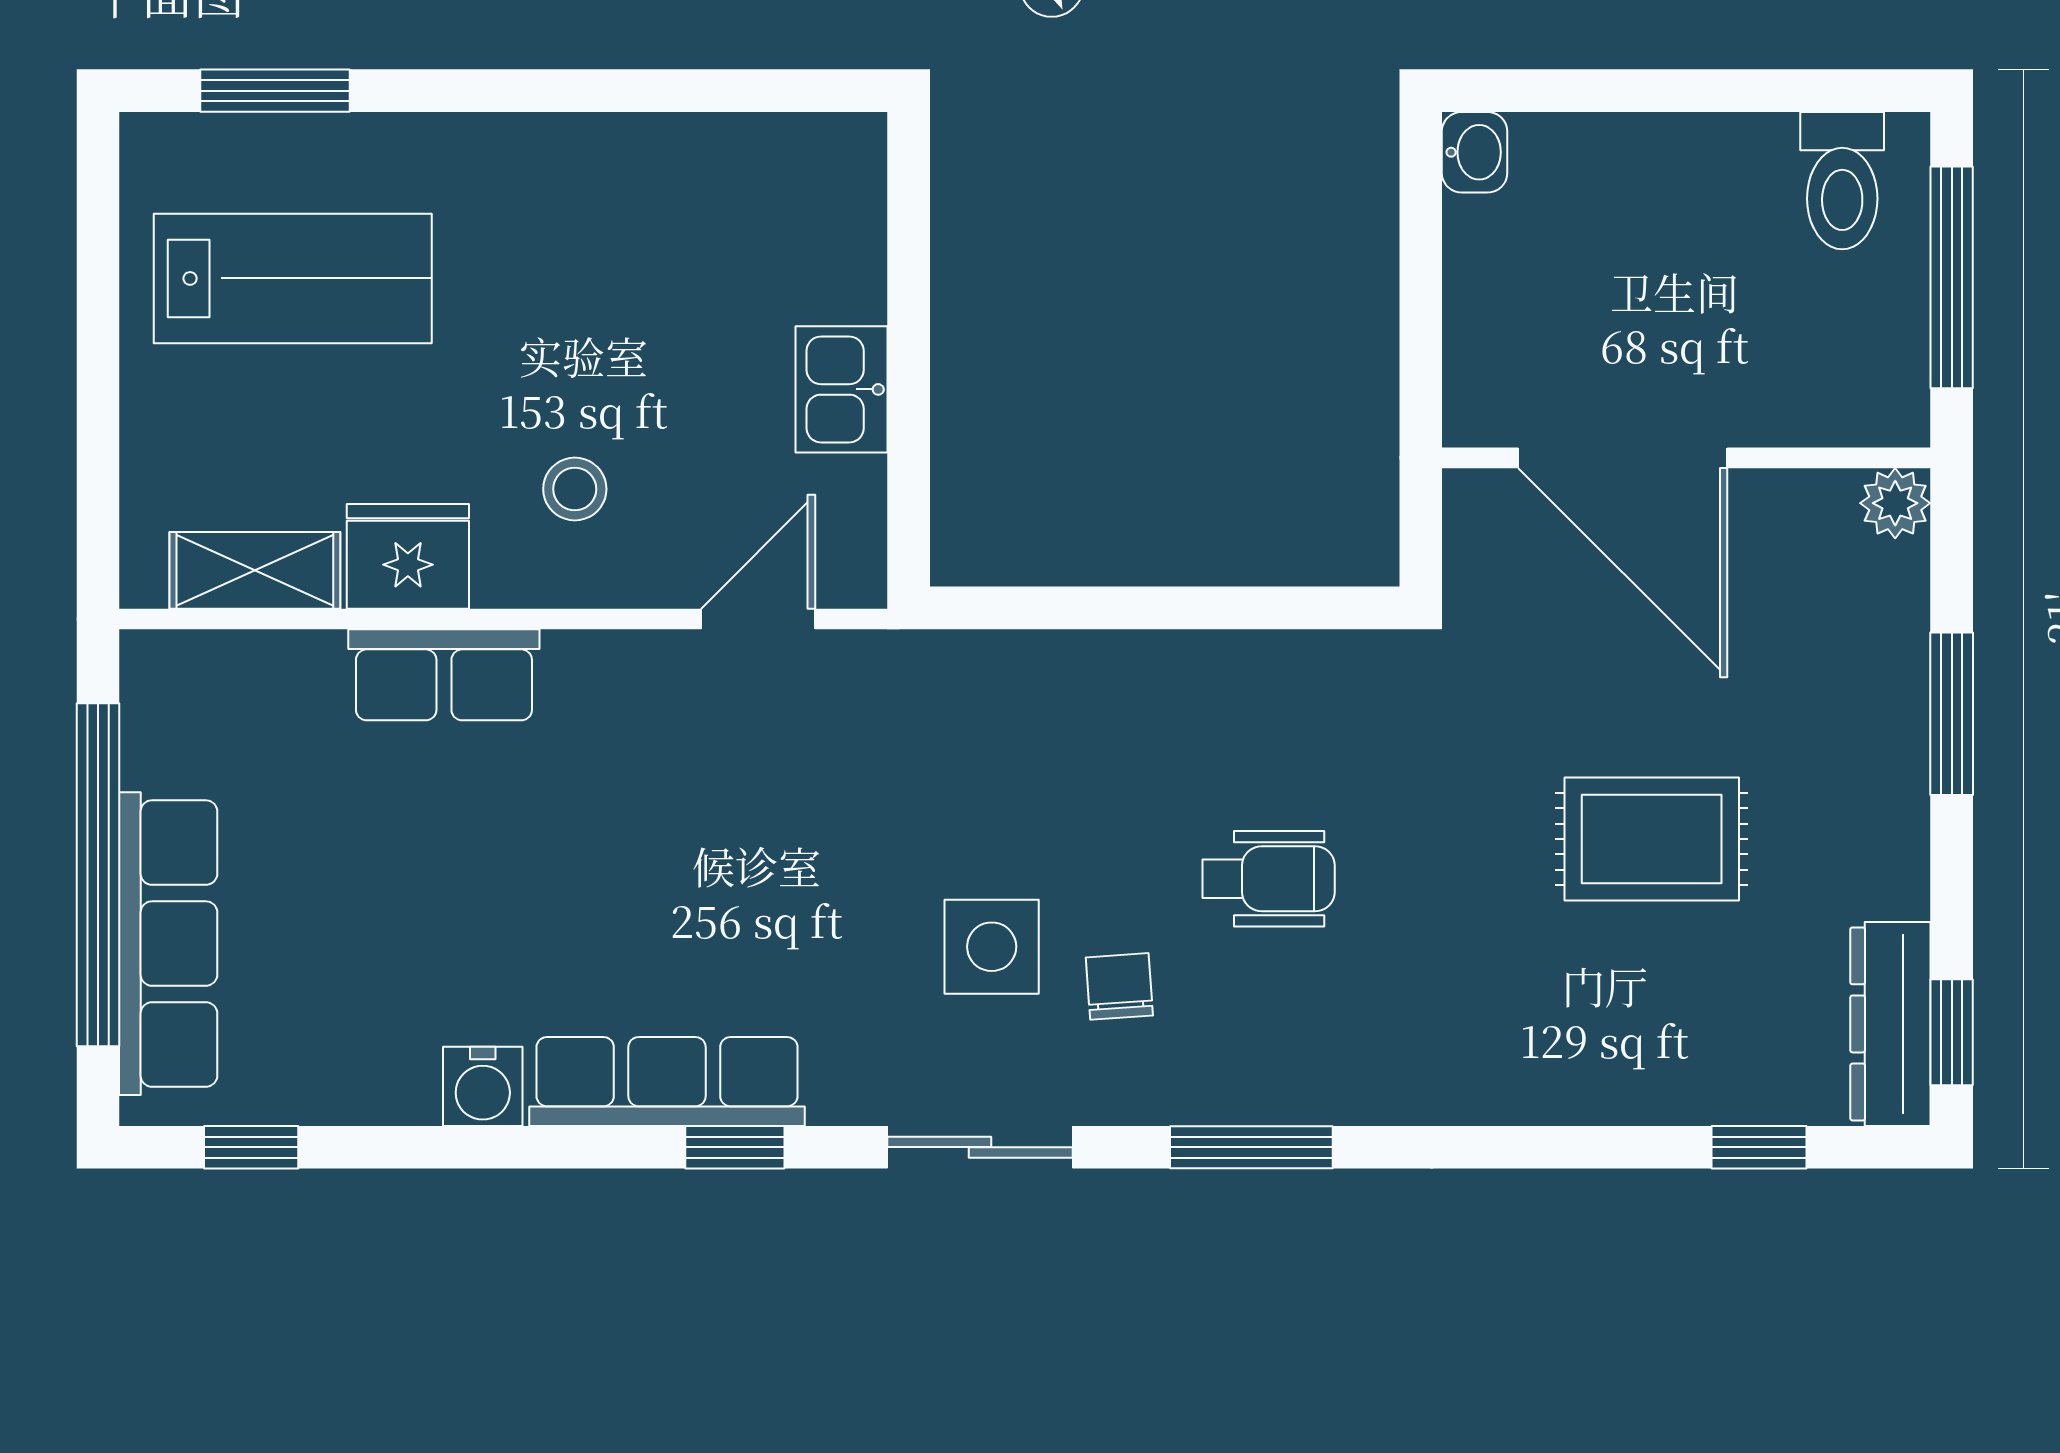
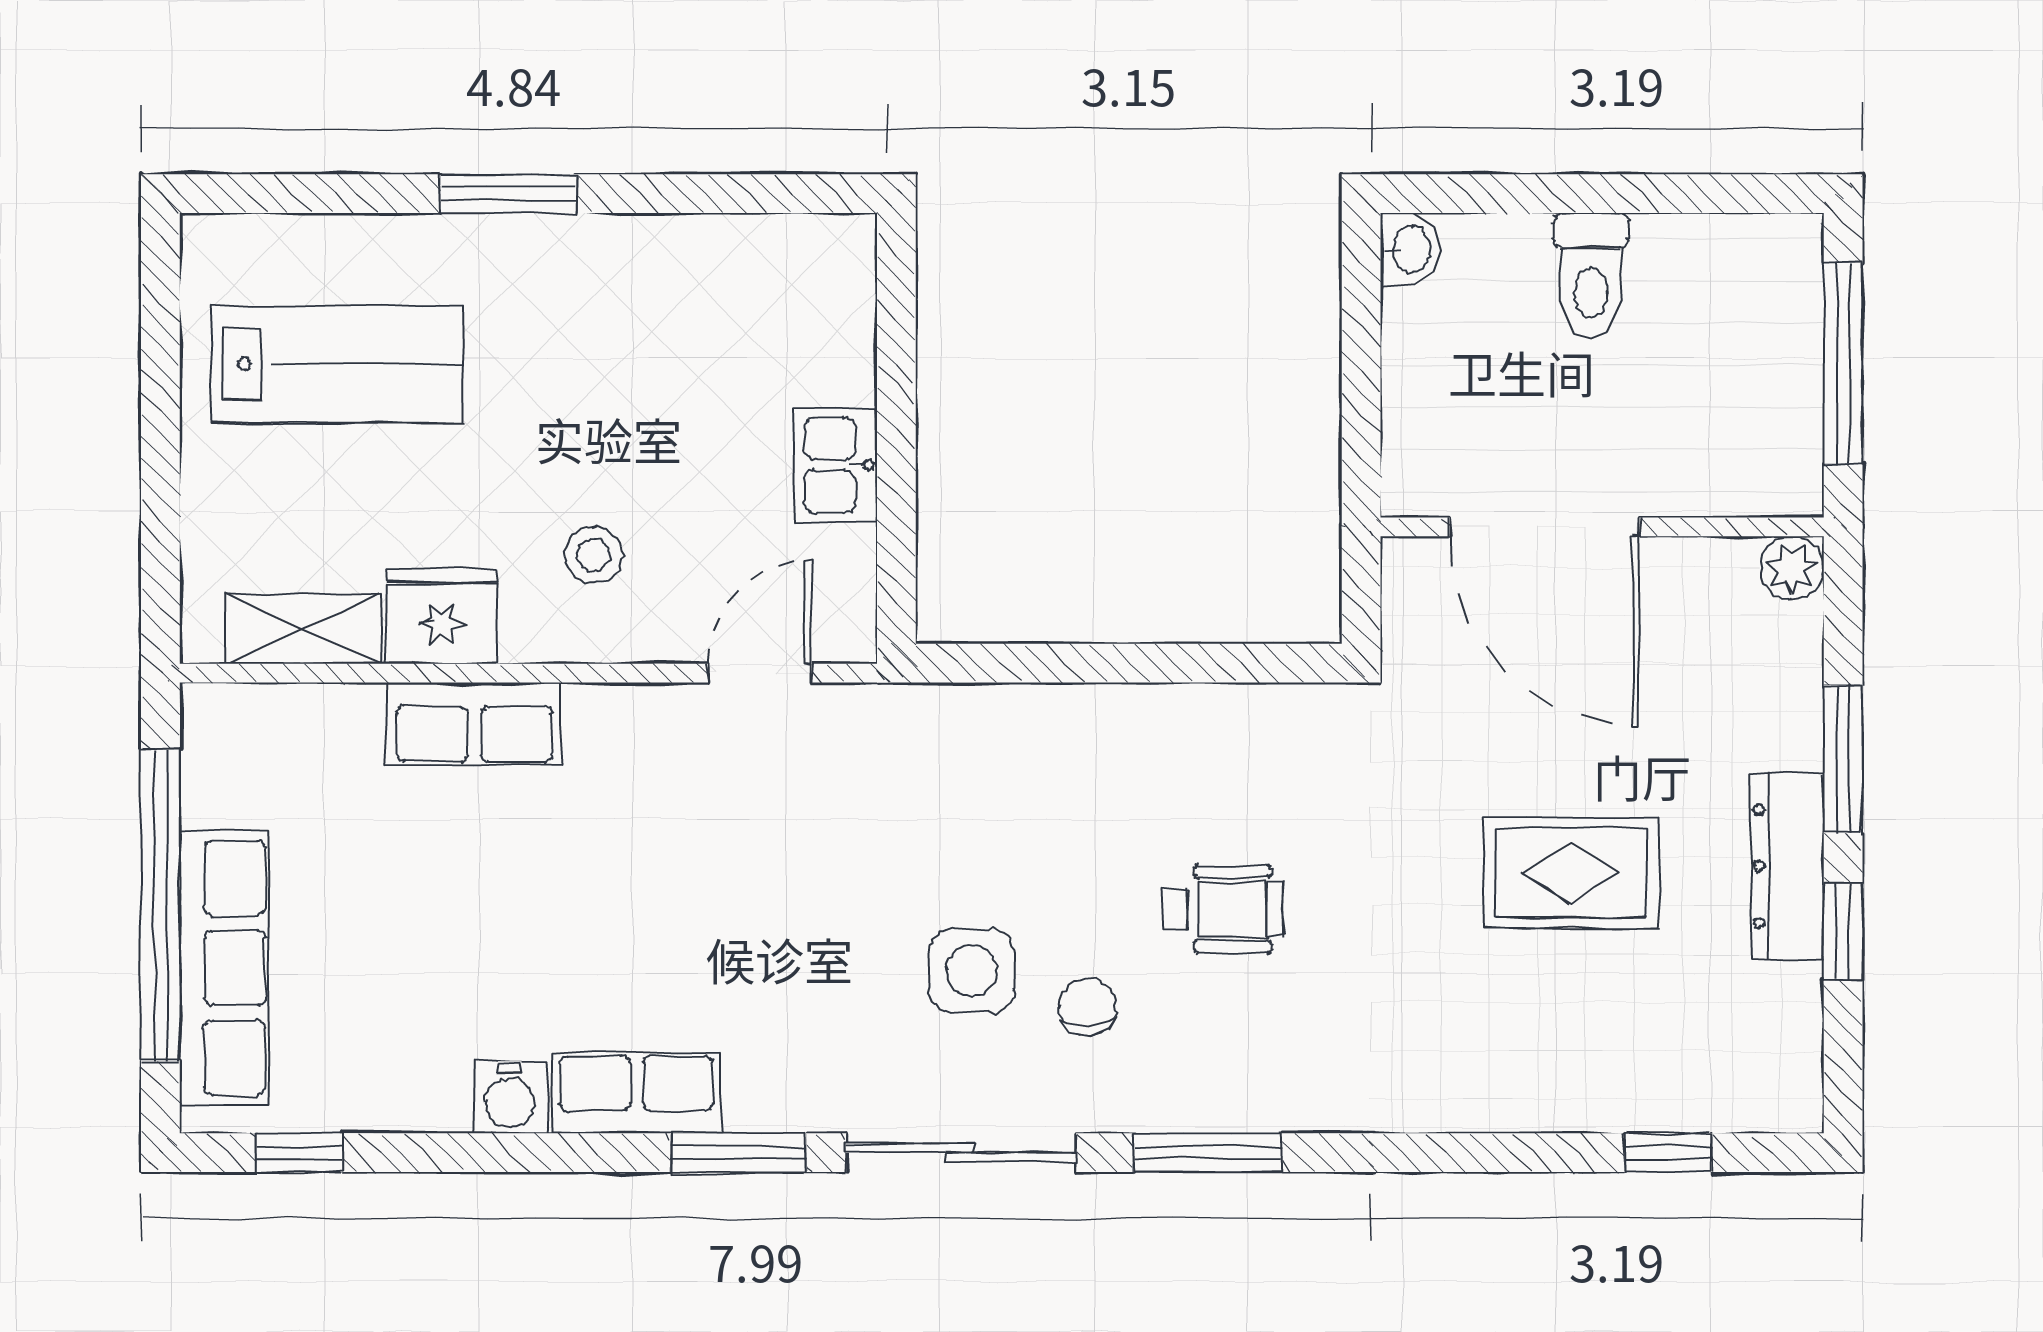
window: (275, 91) -> (509, 194), moved
toilet: (1842, 181) -> (1591, 275), moved
dresser: (1890, 1024) -> (1788, 866), moved
window: (1952, 1032) -> (1843, 931), moved
row of seats: (667, 1081) -> (637, 1093), width x0.68
window: (735, 1147) -> (739, 1153), width x1.50
sliding door: (980, 1147) -> (961, 1153), width x1.37

